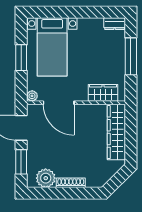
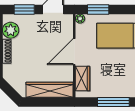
window: (21, 58) -> (98, 9), moved
door: (59, 103) -> (74, 52), moved

